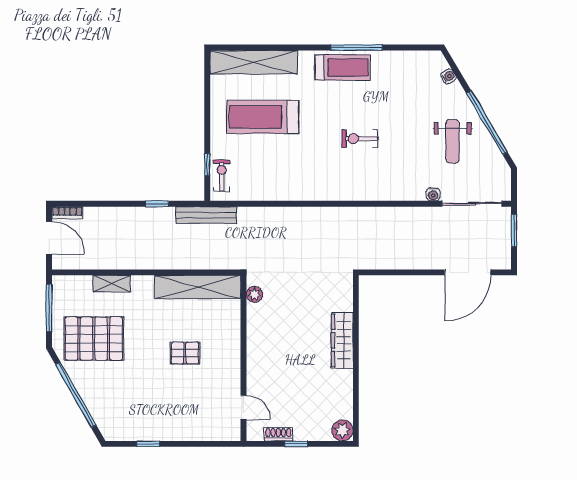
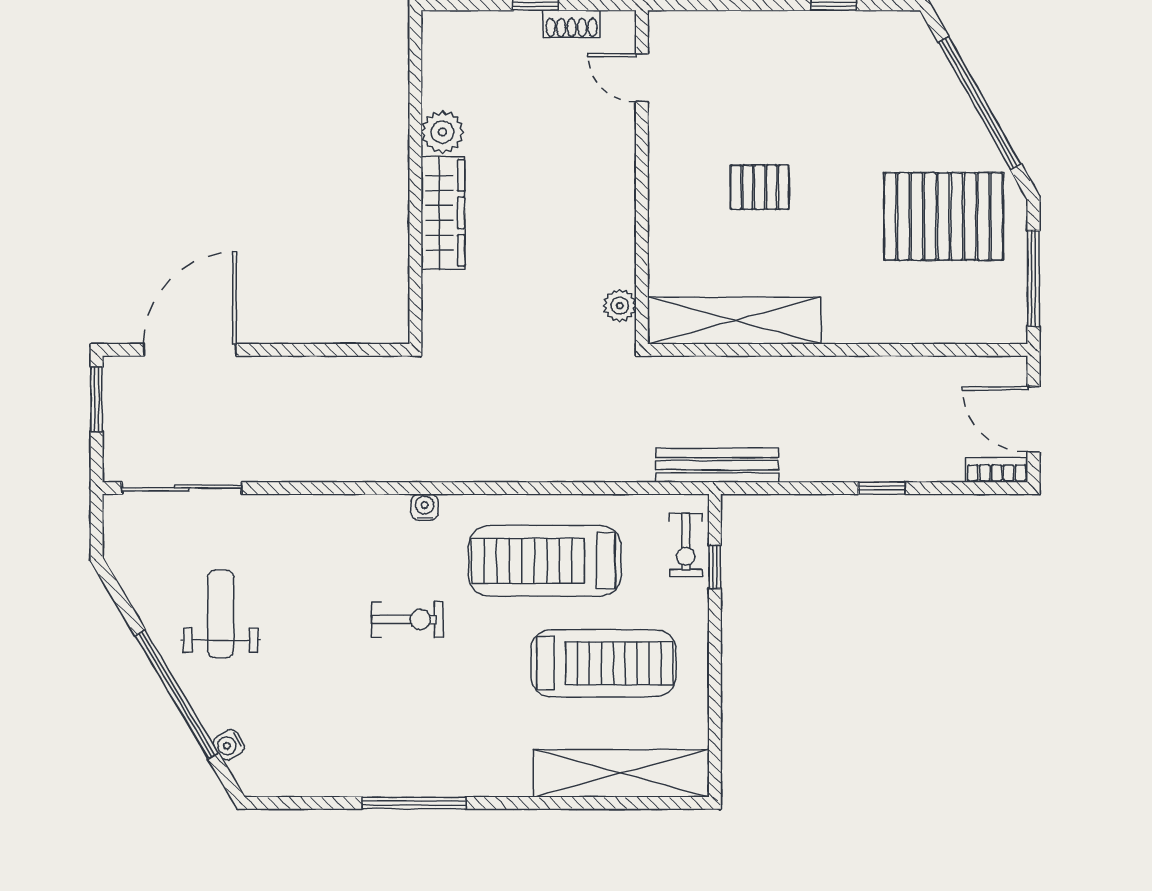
treadmill: (342, 68) -> (545, 561), moved, width x1.37, depth x1.38
window: (487, 123) -> (177, 694), moved
water cooler: (433, 194) -> (425, 507), moved
window: (157, 204) -> (882, 488), moved
window: (514, 230) -> (97, 399), moved
shelving: (112, 284) -> (908, 327), removed
plant: (342, 430) -> (442, 132), moved

